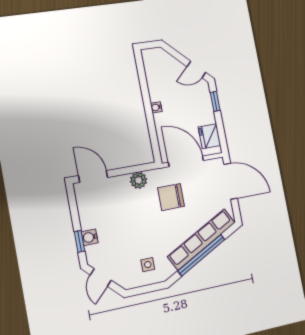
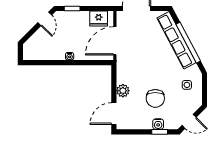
plant: (139, 180) -> (123, 91), moved
chair: (171, 197) -> (155, 98), moved

